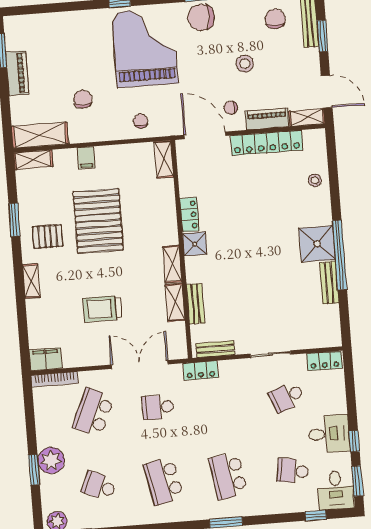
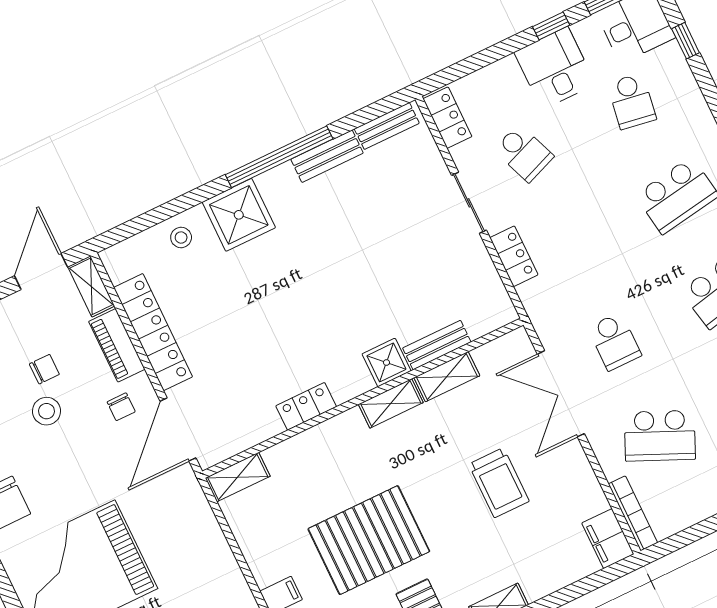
chair: (141, 121) -> (44, 369), moved, turned 180
shower: (195, 244) -> (386, 362), moved
shower: (317, 244) -> (239, 215), moved
bench: (215, 349) -> (387, 126), moved, turned 90
locker: (201, 370) -> (514, 256), moved

